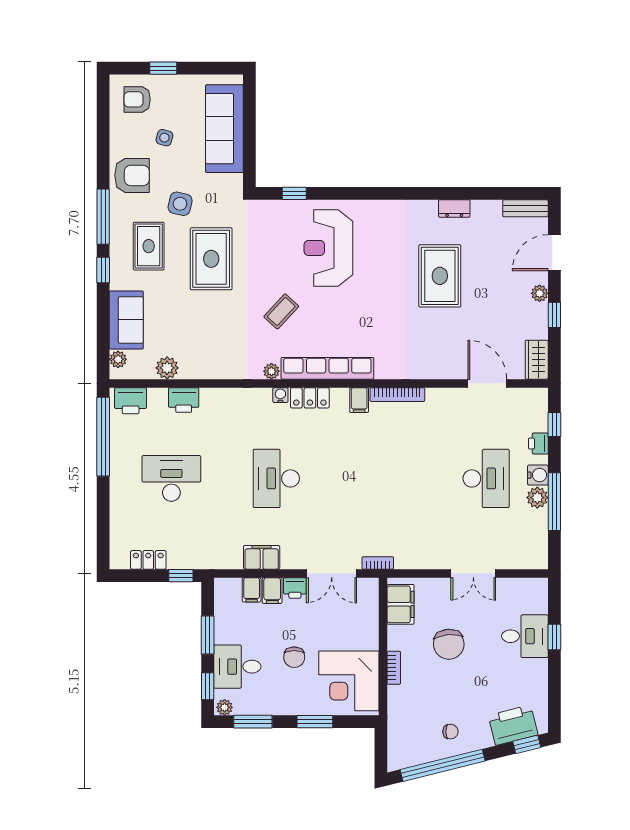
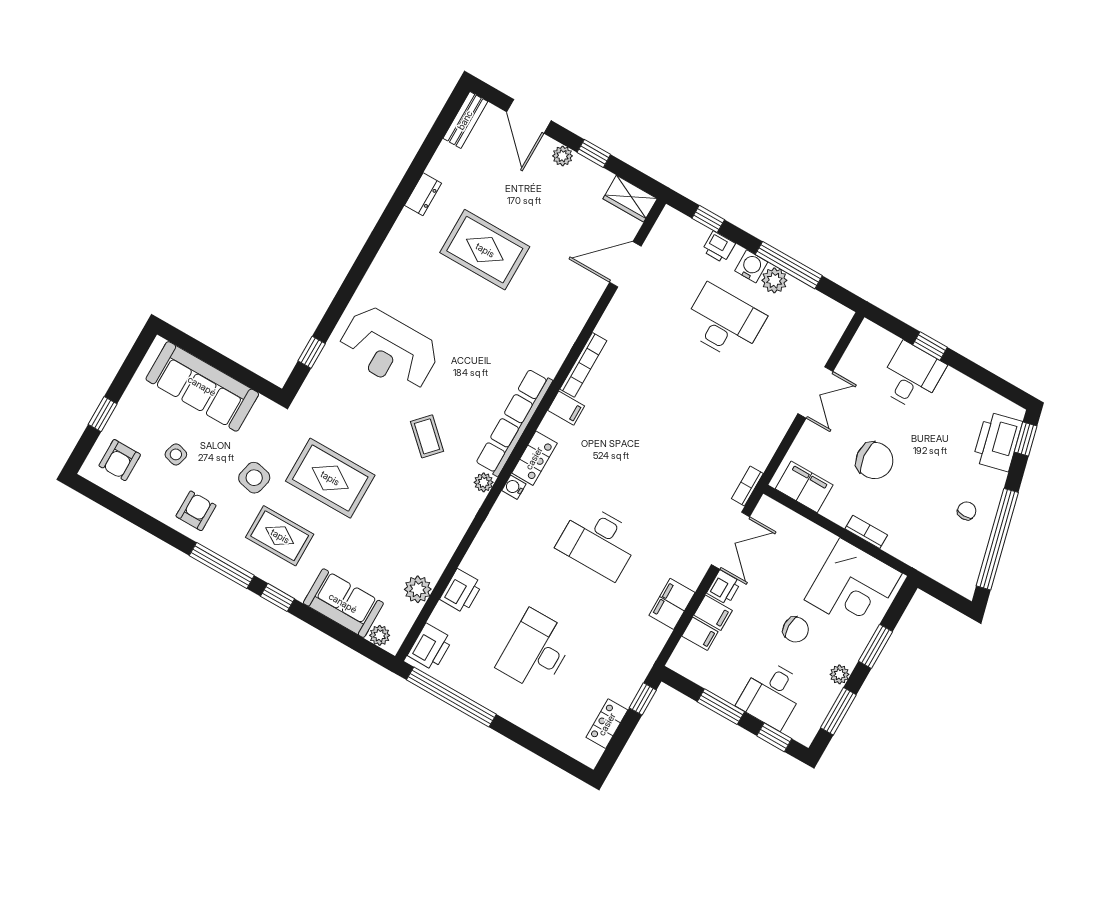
armchair: (132, 175) -> (196, 511), width x0.72, depth x0.72
plant: (225, 707) -> (839, 674), moved

